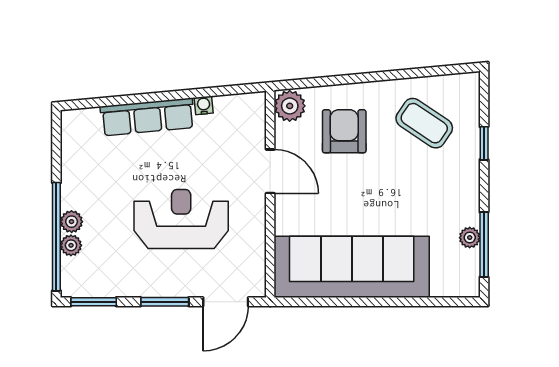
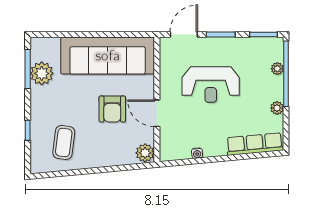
row of seats: (147, 117) -> (255, 144), moved
coffee table: (424, 123) -> (64, 142), turned 63
armchair: (344, 131) -> (112, 109), moved
plant: (72, 222) -> (277, 108), moved
plant: (470, 238) -> (42, 73), width x1.87, depth x1.87

